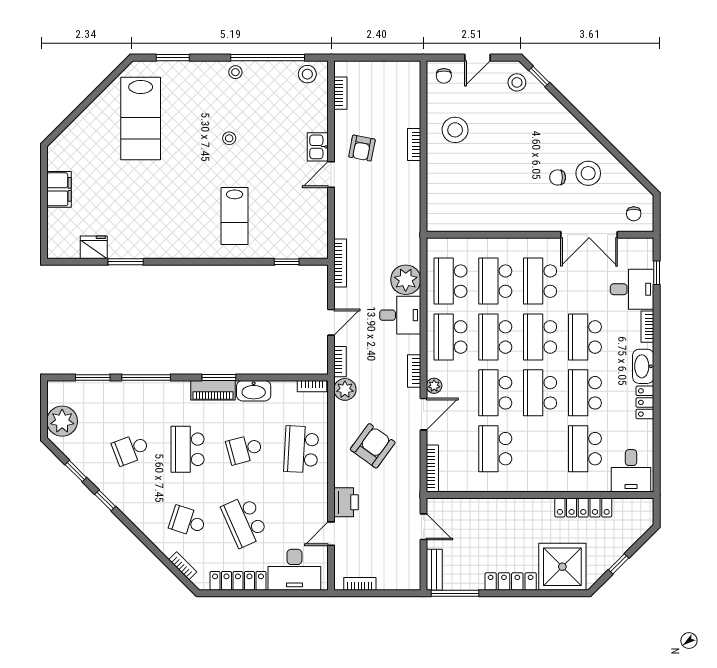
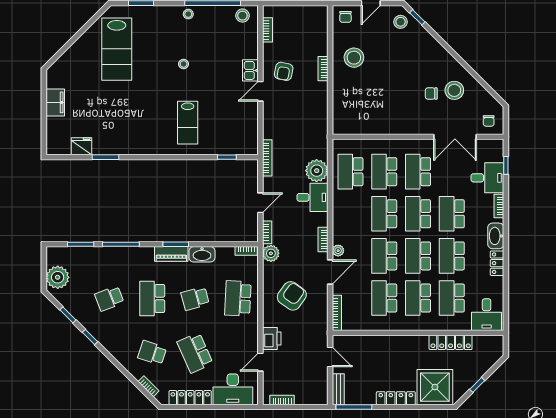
school desk: (450, 337) -> (418, 298), moved

